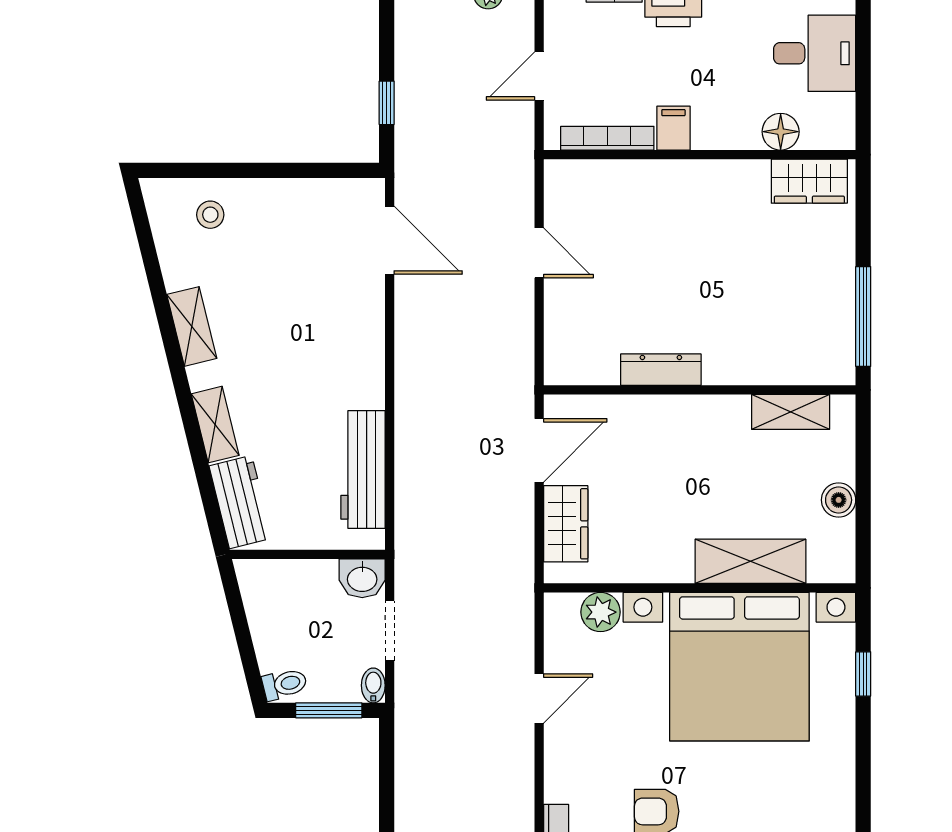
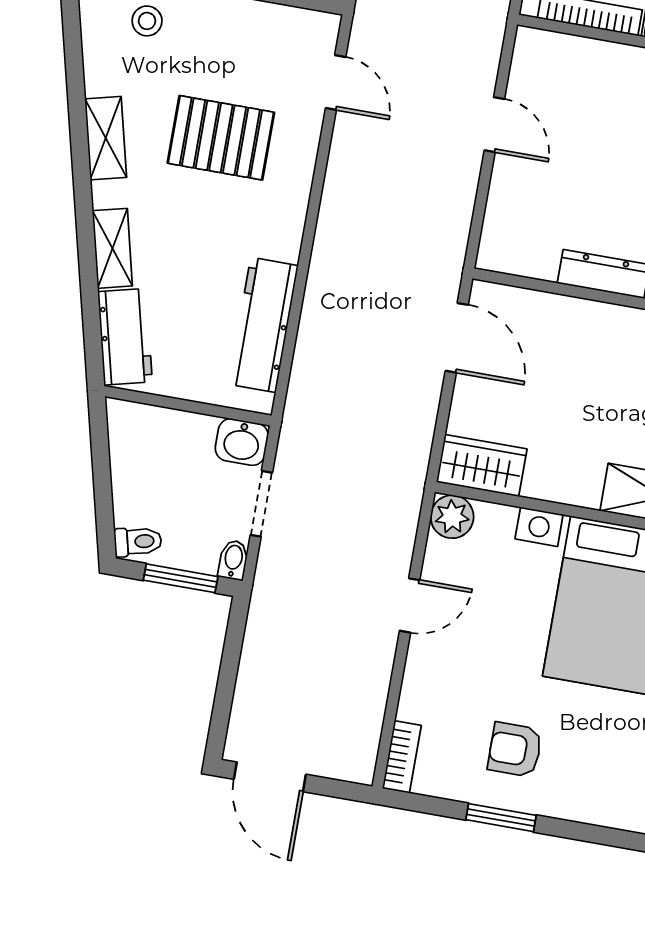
door: (390, 240) -> (336, 83), width x0.73
pallet: (295, 308) -> (221, 138), added
door: (539, 450) -> (457, 338), hinge flipped
wardrobe: (566, 524) -> (482, 465), moved, turned -90
plant: (601, 612) -> (452, 517), moved

